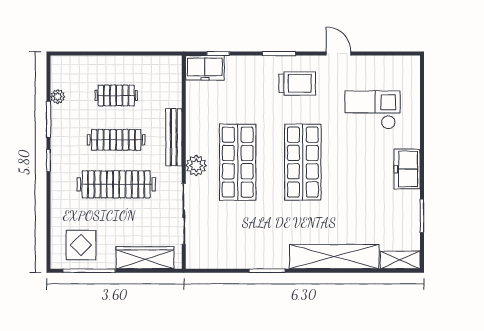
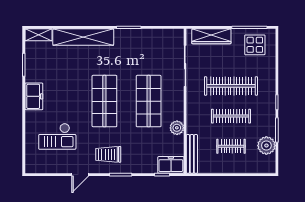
door: (339, 54) -> (80, 175), hinge flipped
plant: (58, 97) -> (266, 146), width x1.88, depth x1.88
bench: (174, 137) -> (192, 154), moved
plant: (196, 166) -> (177, 128), moved

